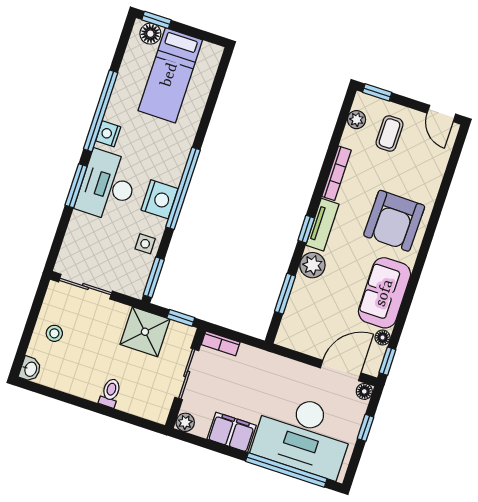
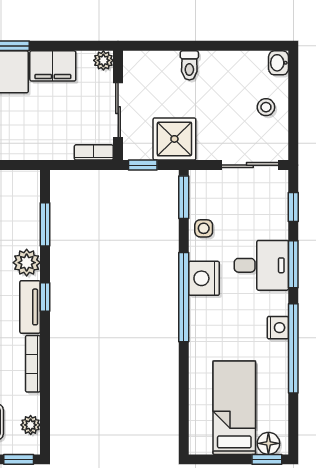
desk: (107, 186) -> (261, 265), width x0.73
window: (59, 237) -> (293, 207), added

